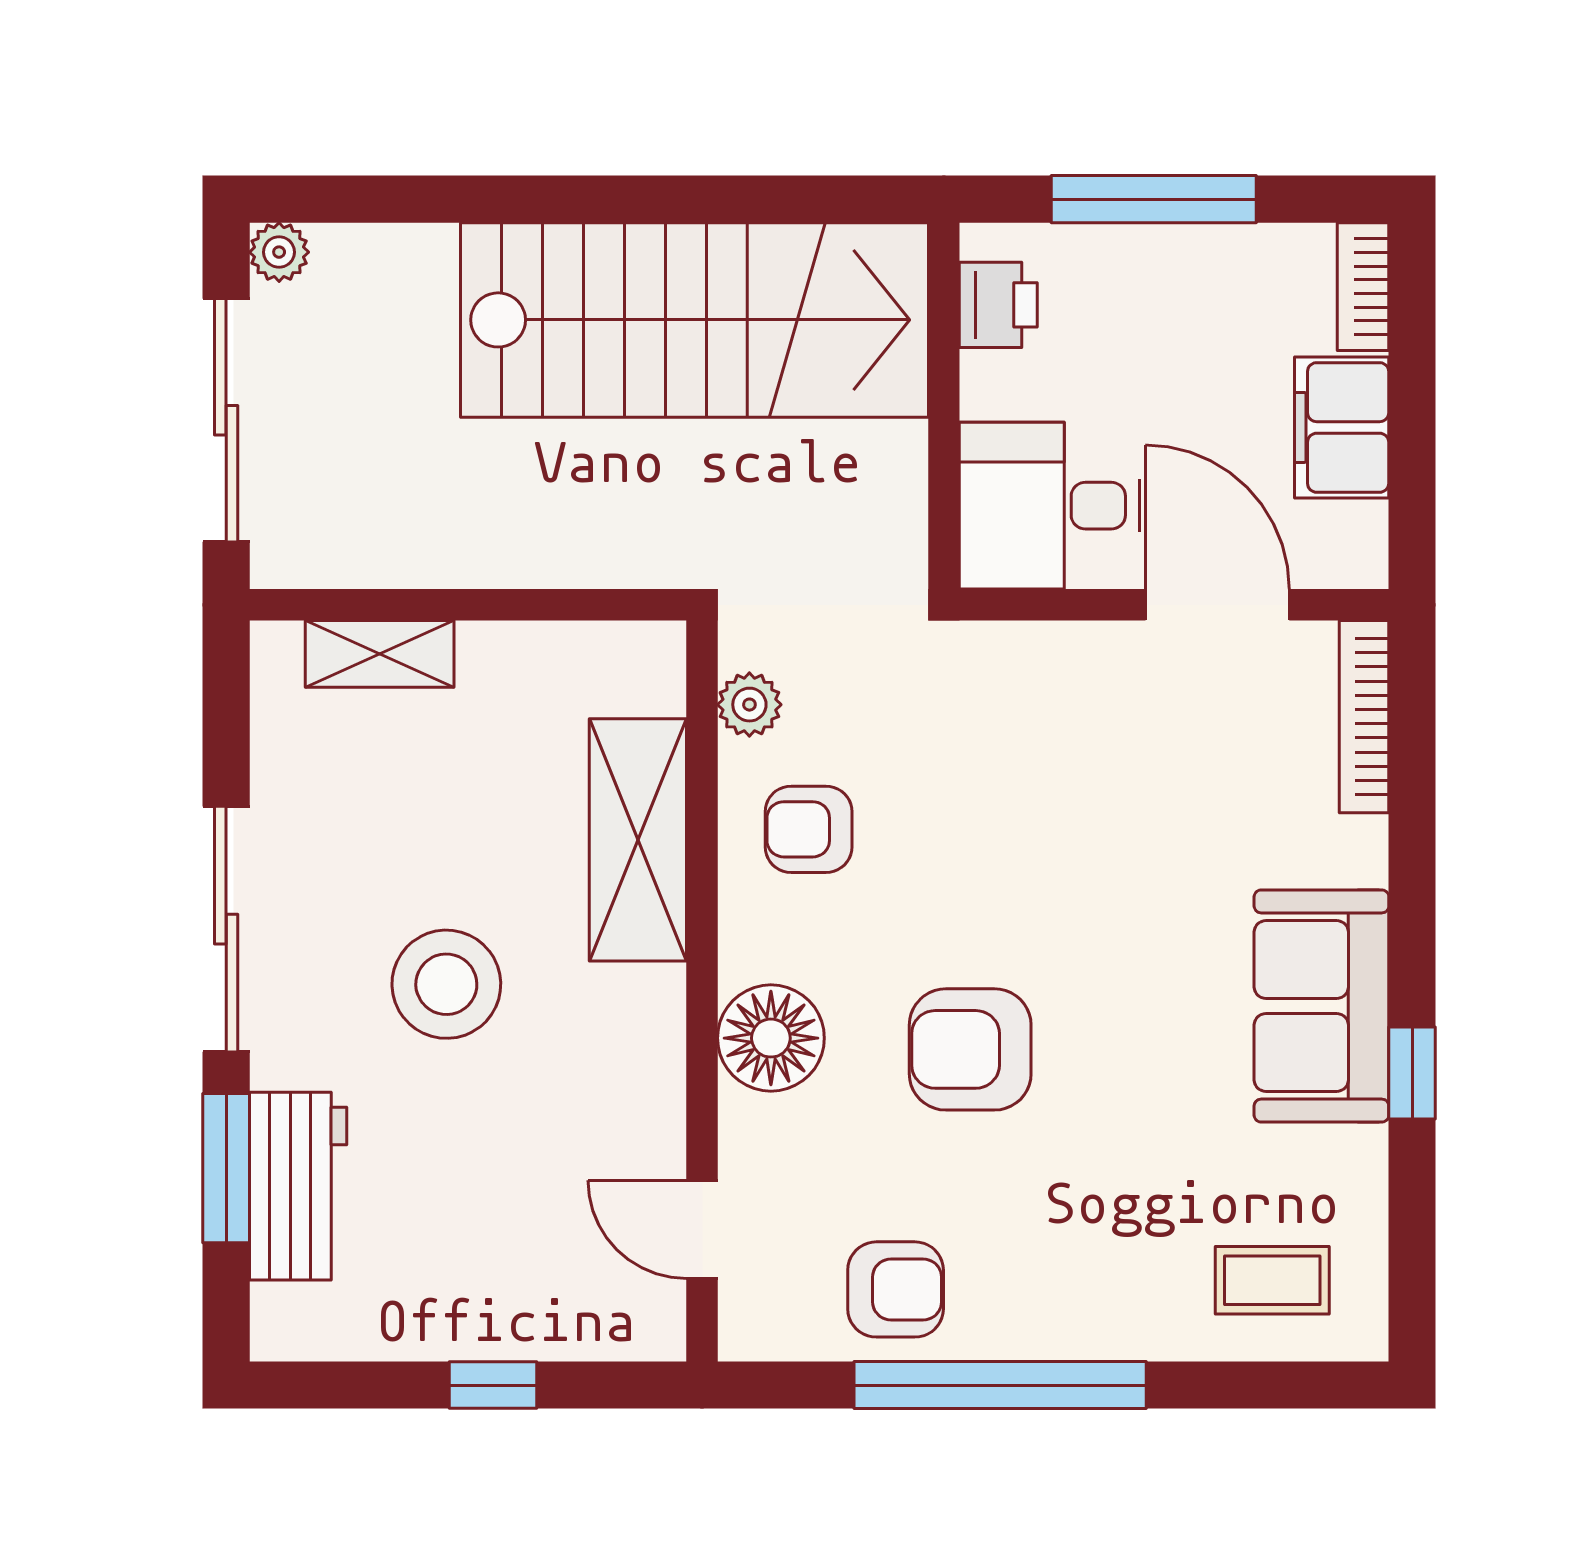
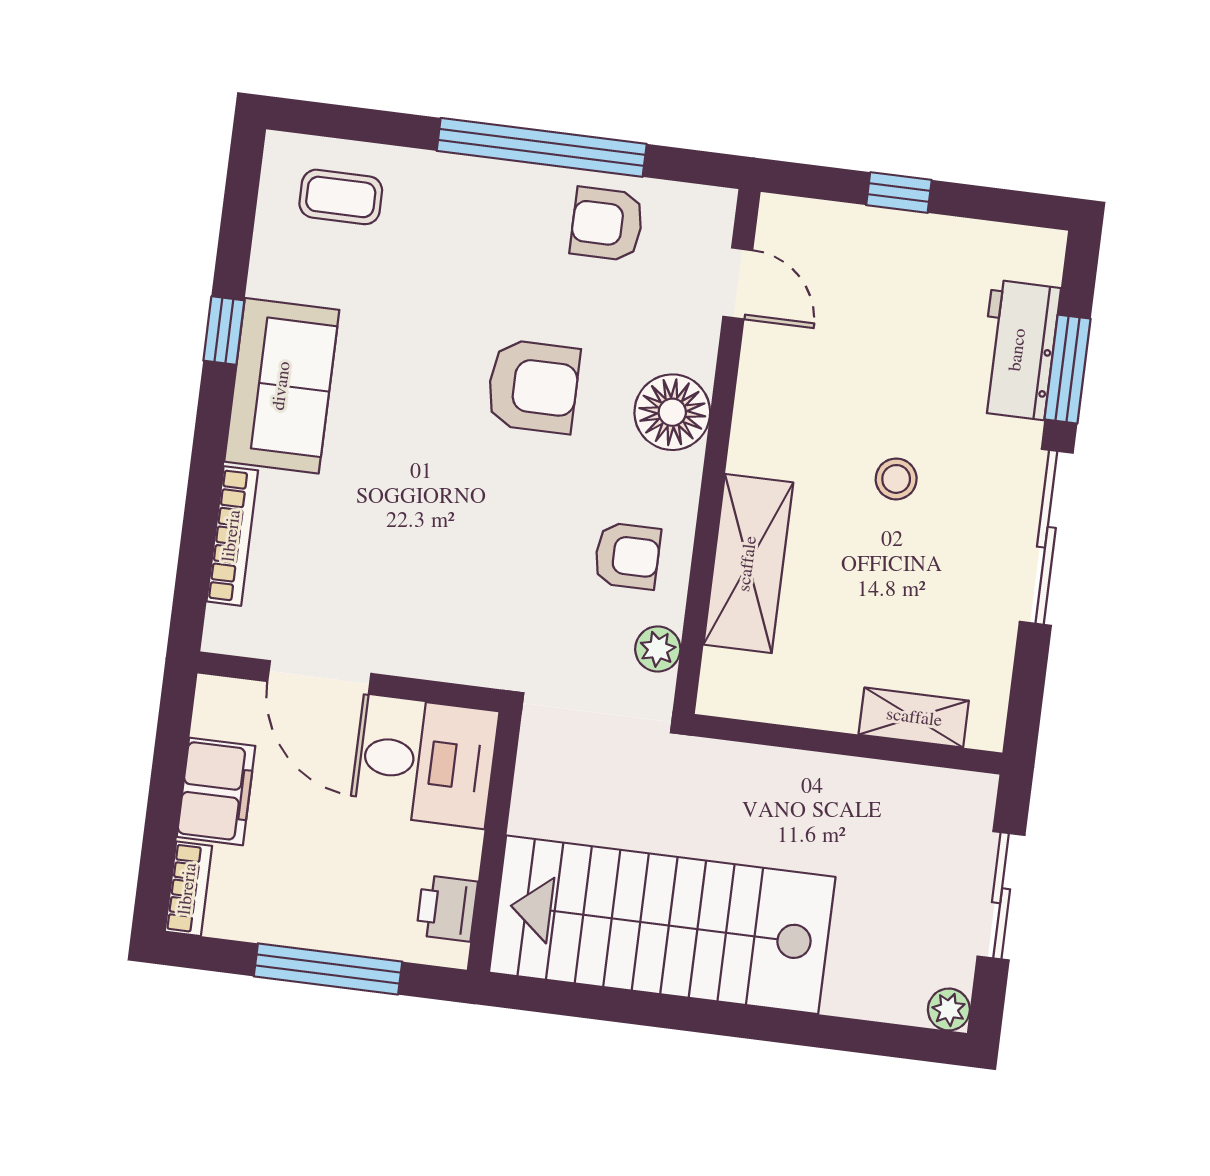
sliding door: (226, 420) -> (1001, 896), width x0.73
bookcase: (1364, 717) -> (232, 536), moved
stool: (446, 984) -> (896, 479), width x0.53, depth x0.53

